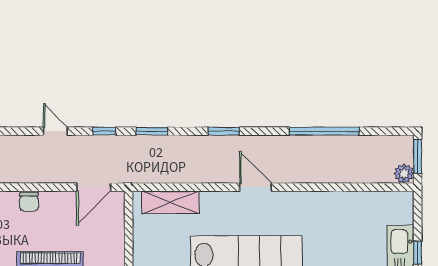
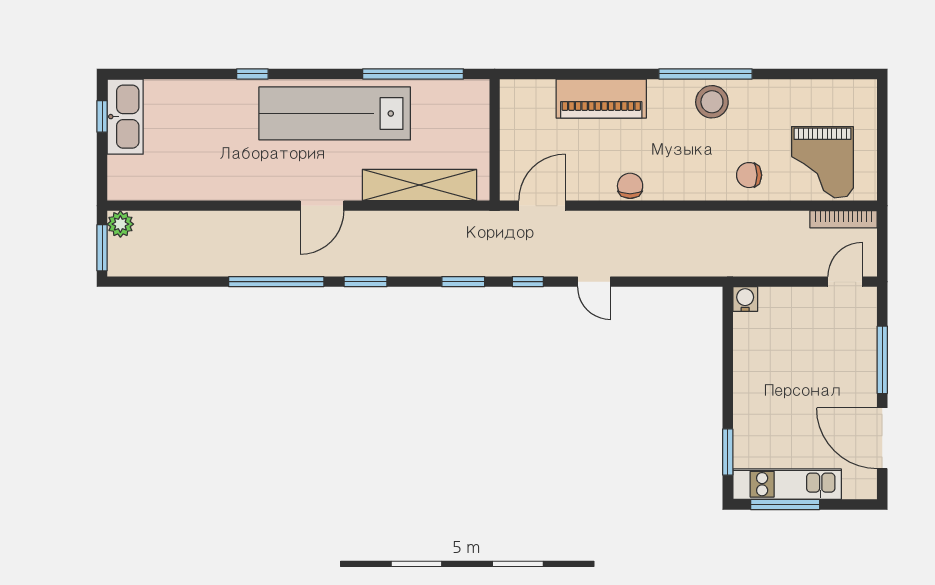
window: (324, 131) -> (276, 282), moved
door: (256, 187) -> (322, 206), hinge flipped
shelving: (170, 202) -> (420, 185), width x1.47

